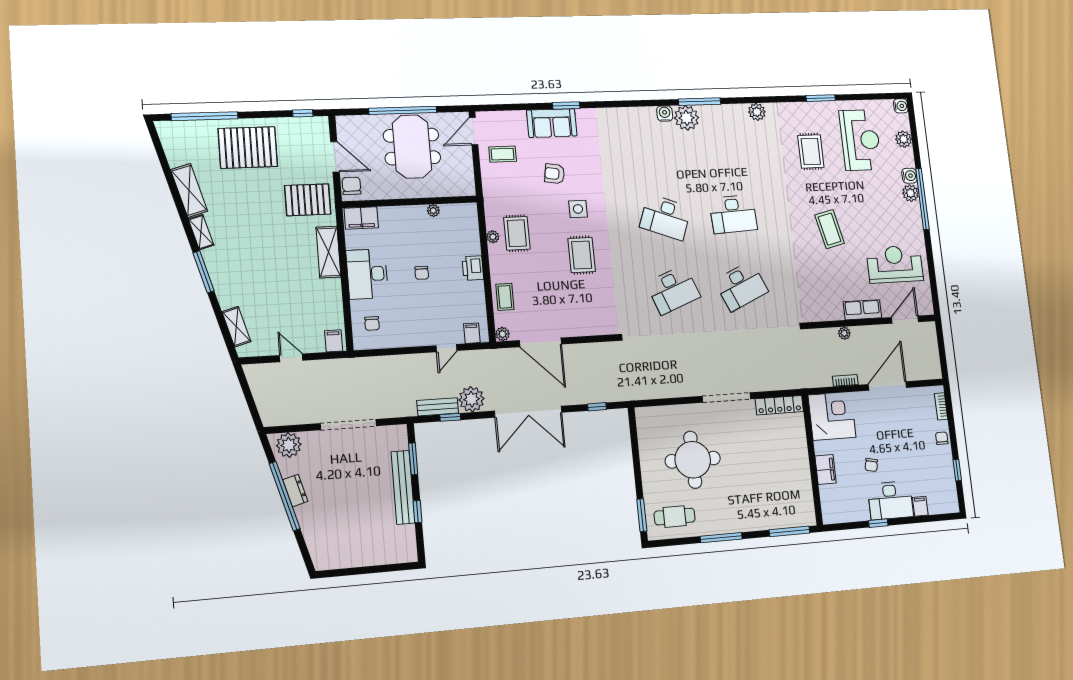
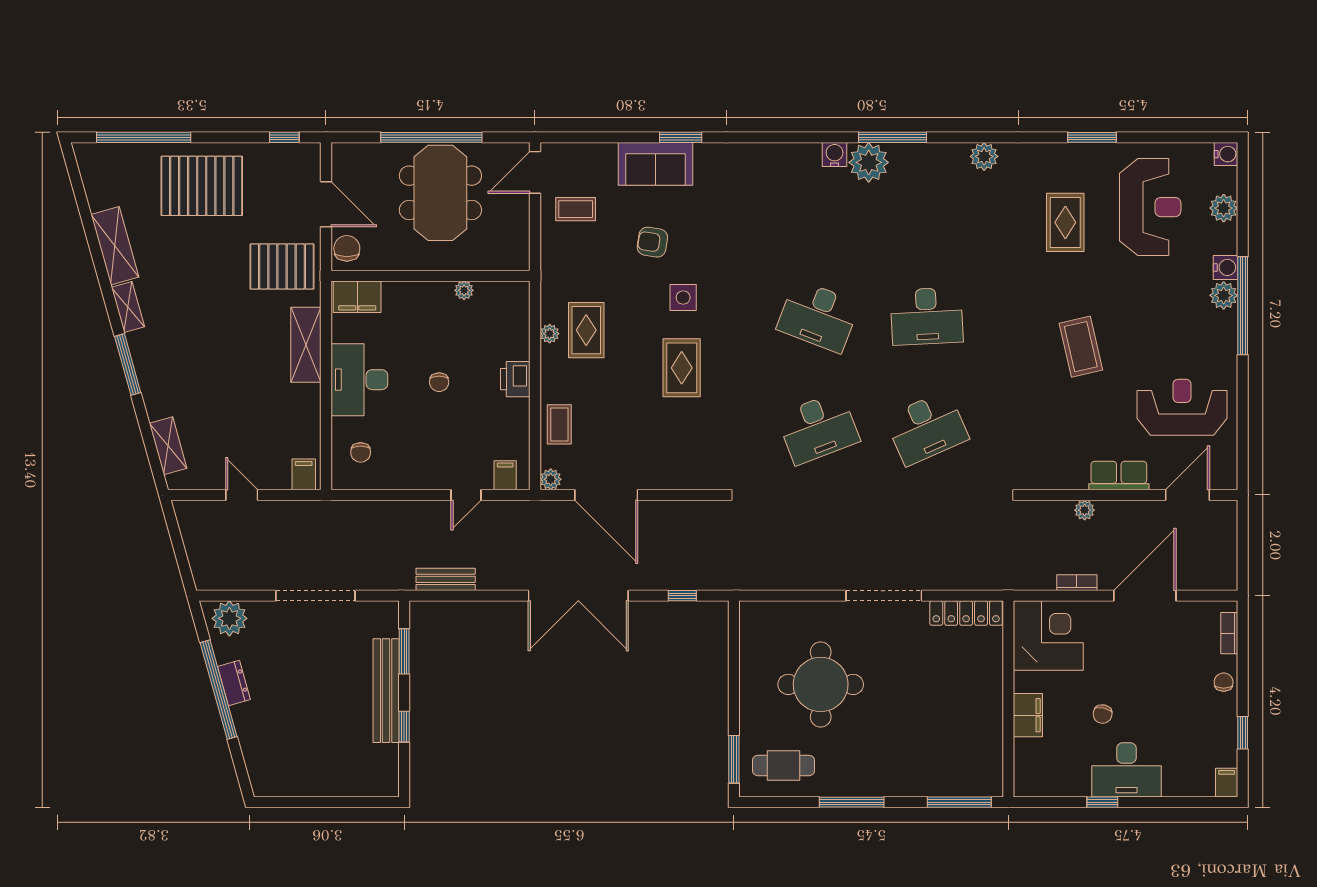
plant: (472, 399) -> (496, 572), removed
window: (450, 417) -> (463, 596), removed
filing cabinet: (920, 506) -> (1227, 783), moved

